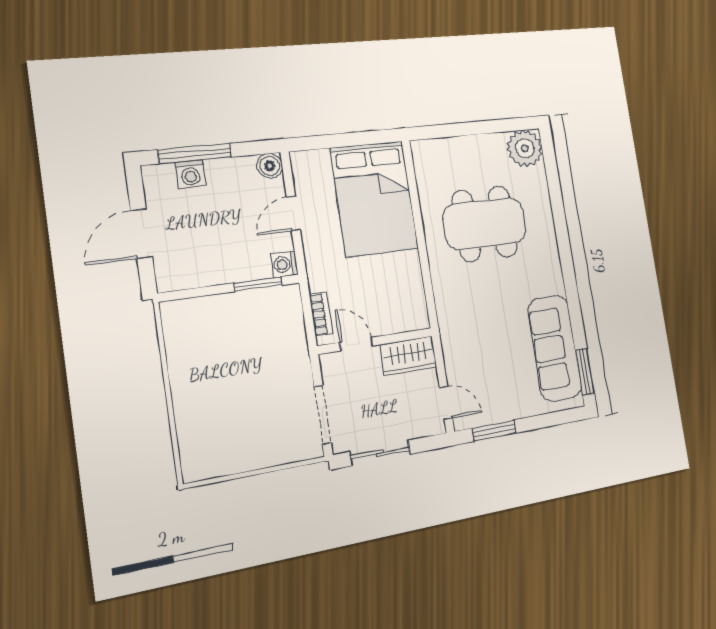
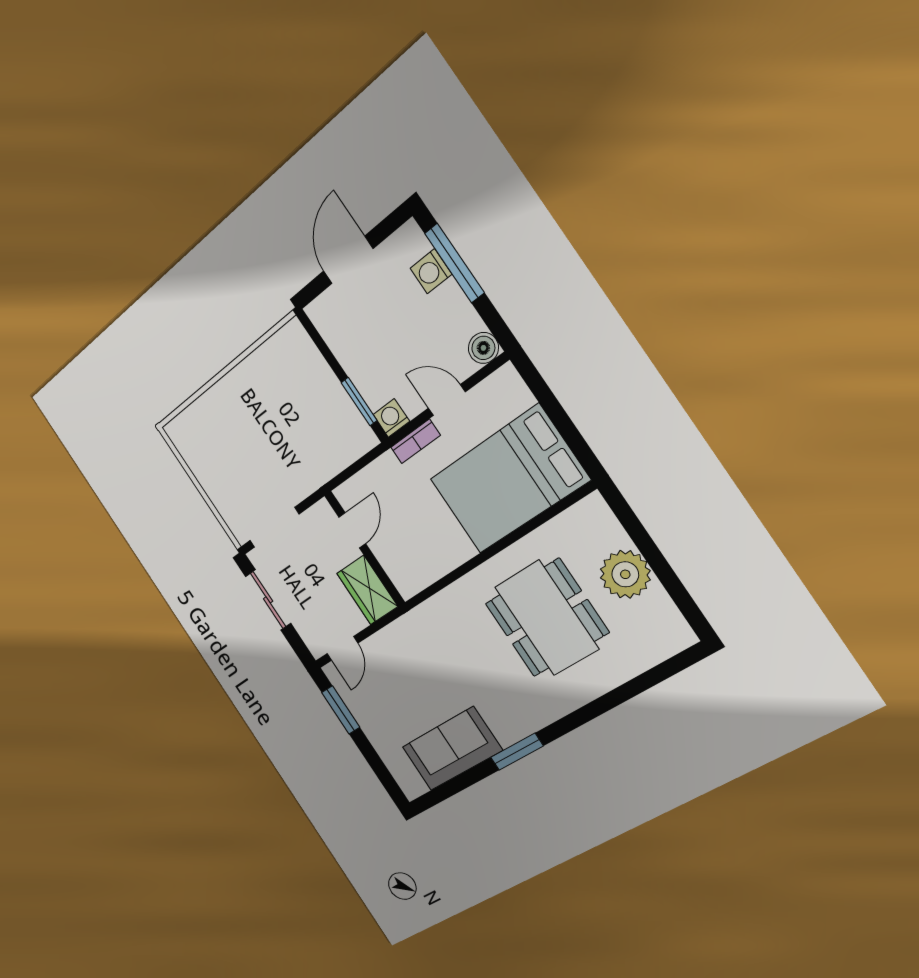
plant: (525, 148) -> (625, 574), moved
door: (142, 234) -> (348, 260), hinge flipped
bookcase: (321, 314) -> (416, 441), moved
sofa: (555, 348) -> (452, 749), width x0.73
window: (585, 372) -> (517, 752), moved

